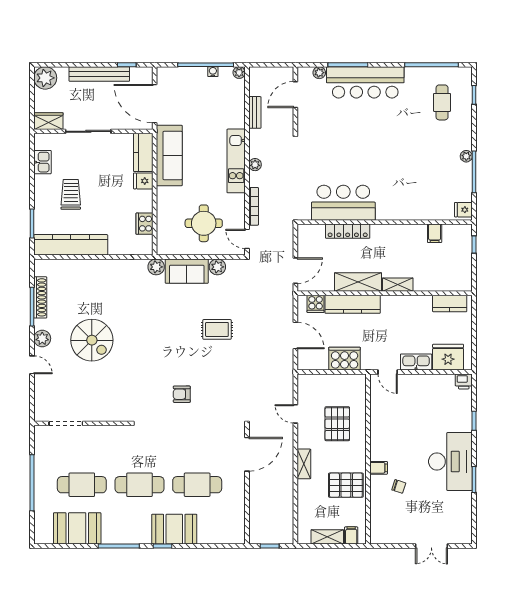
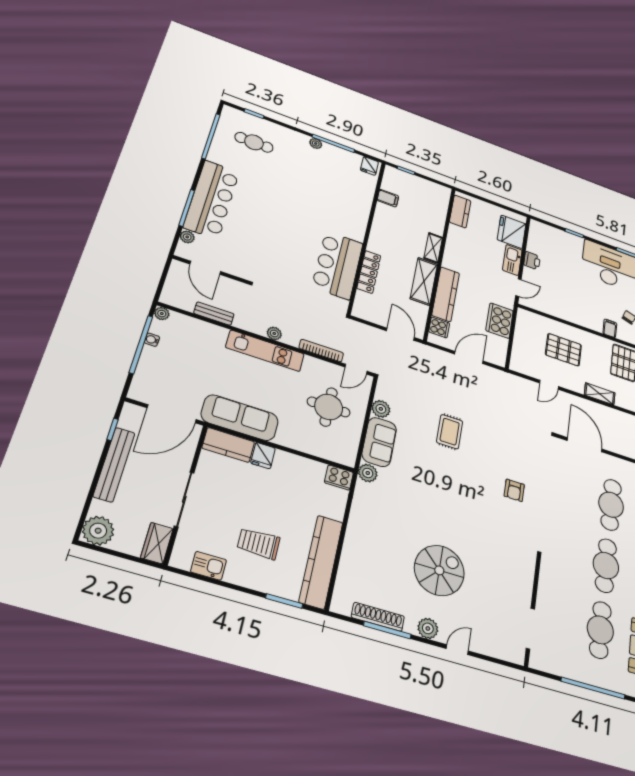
cooker: (144, 224) -> (339, 478), moved
printer: (464, 381) -> (532, 261), moved

